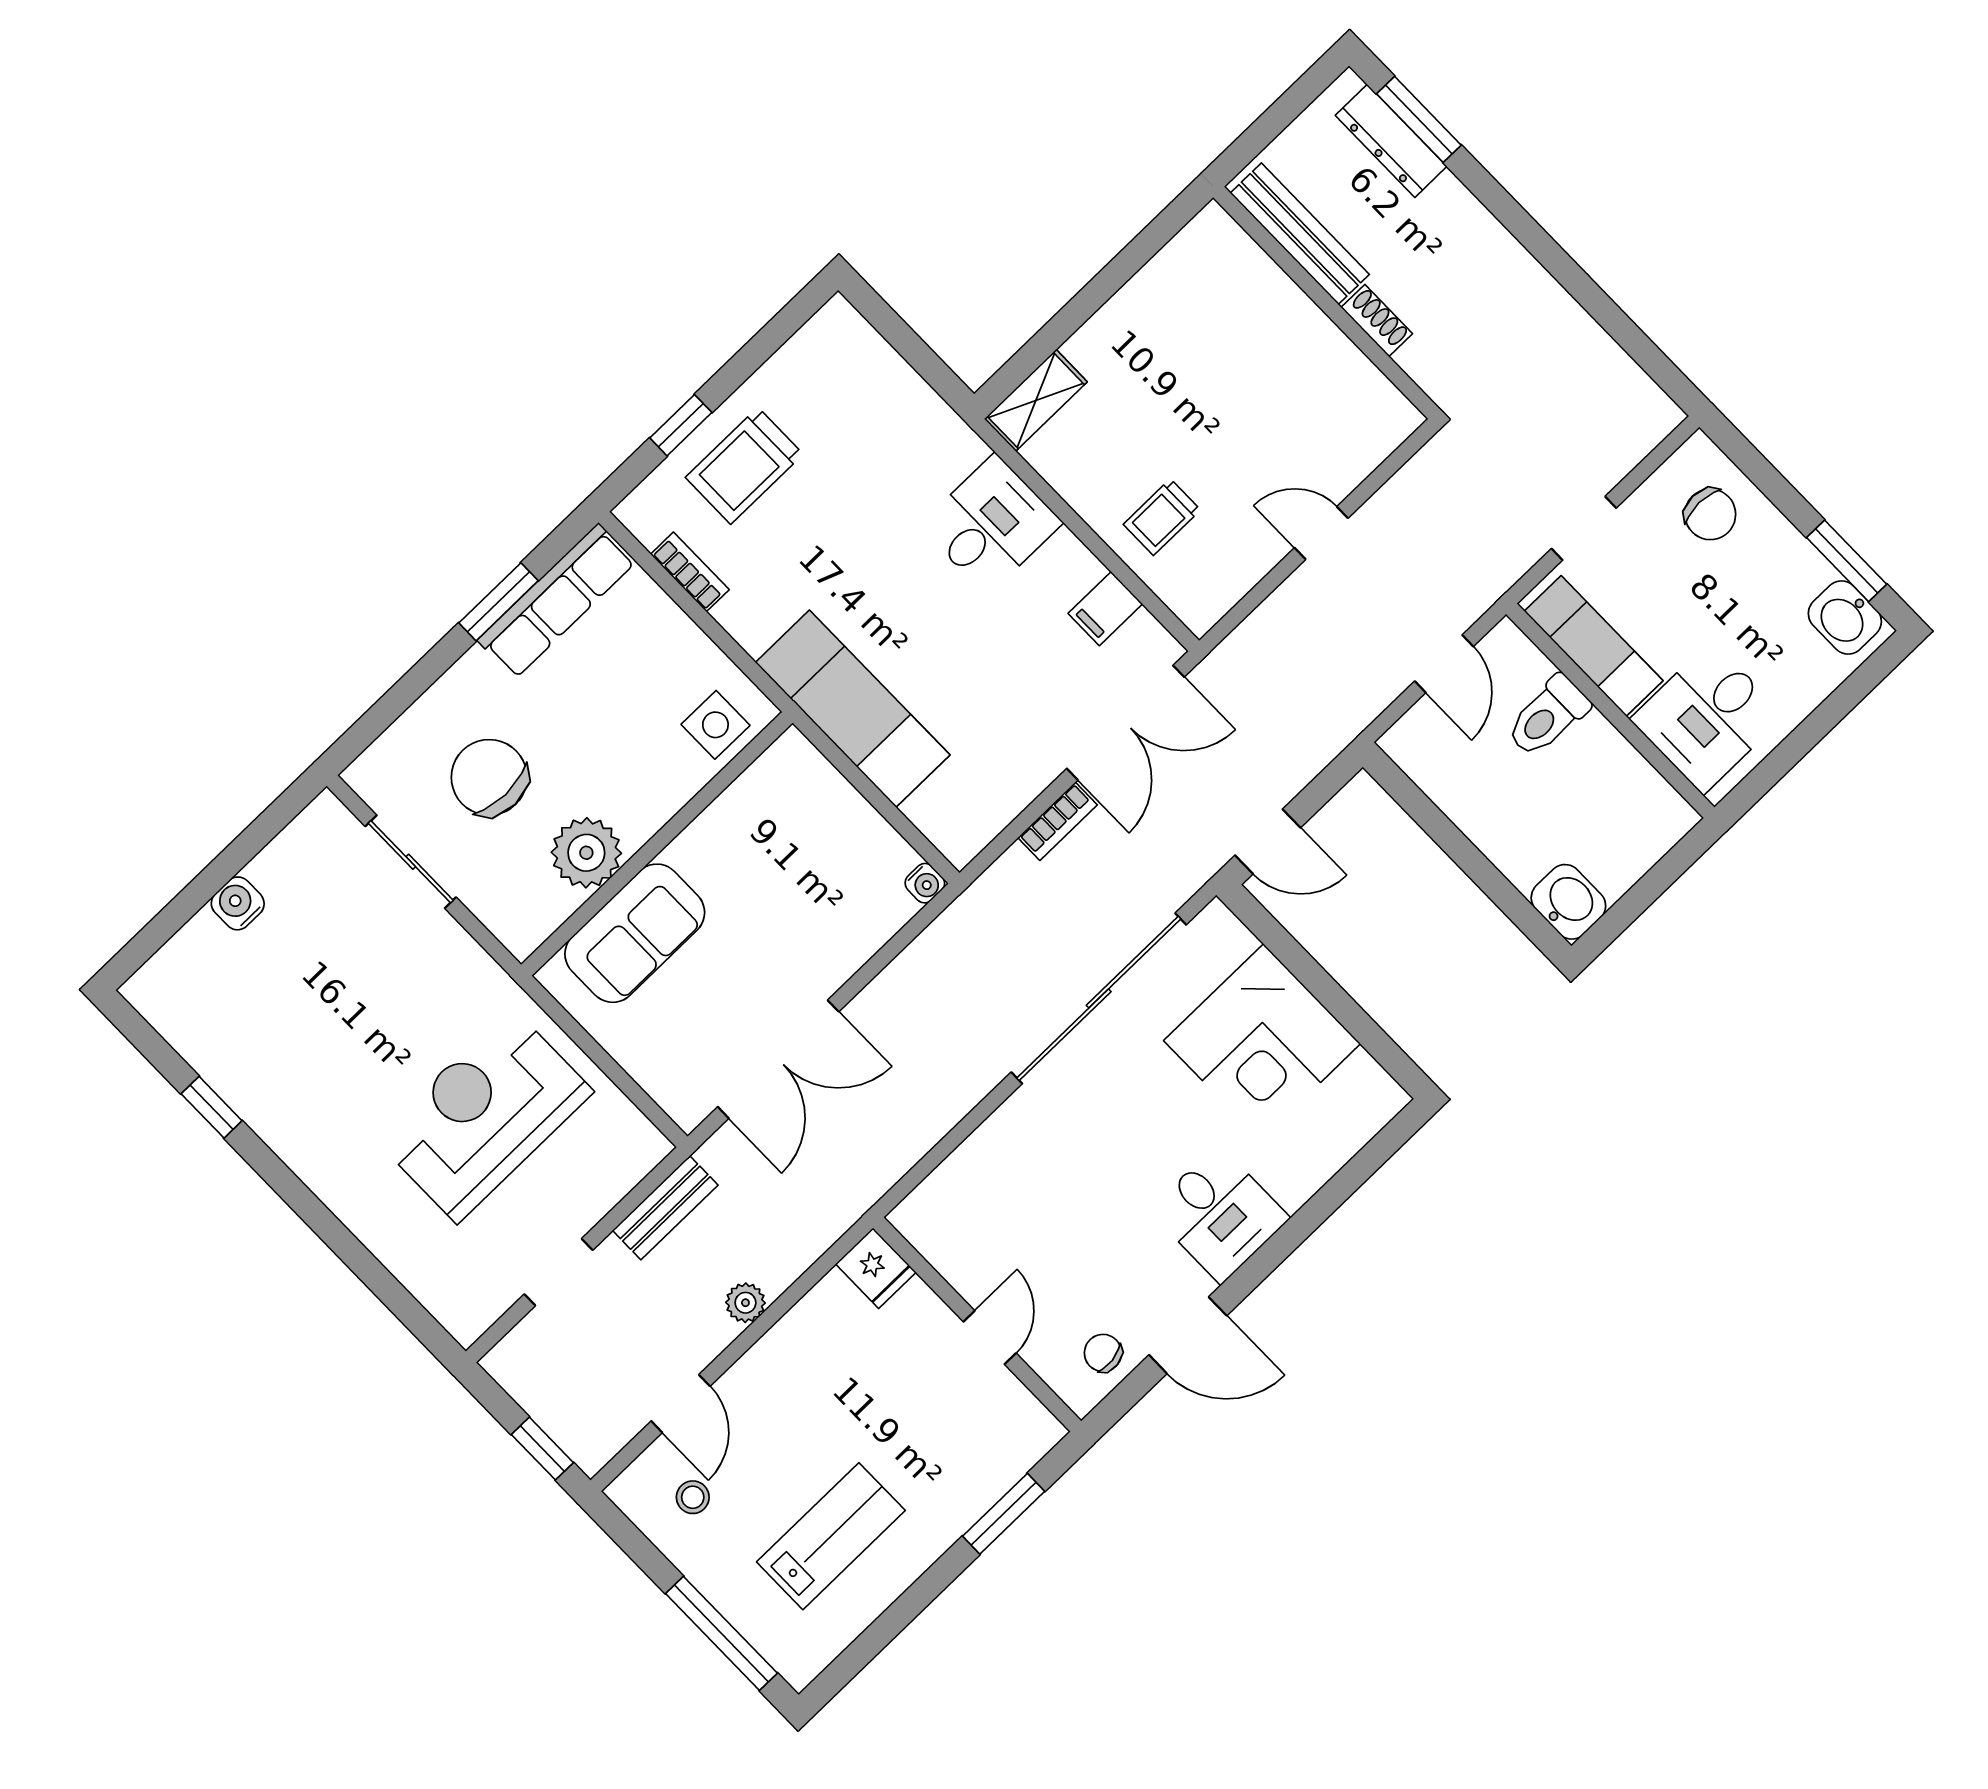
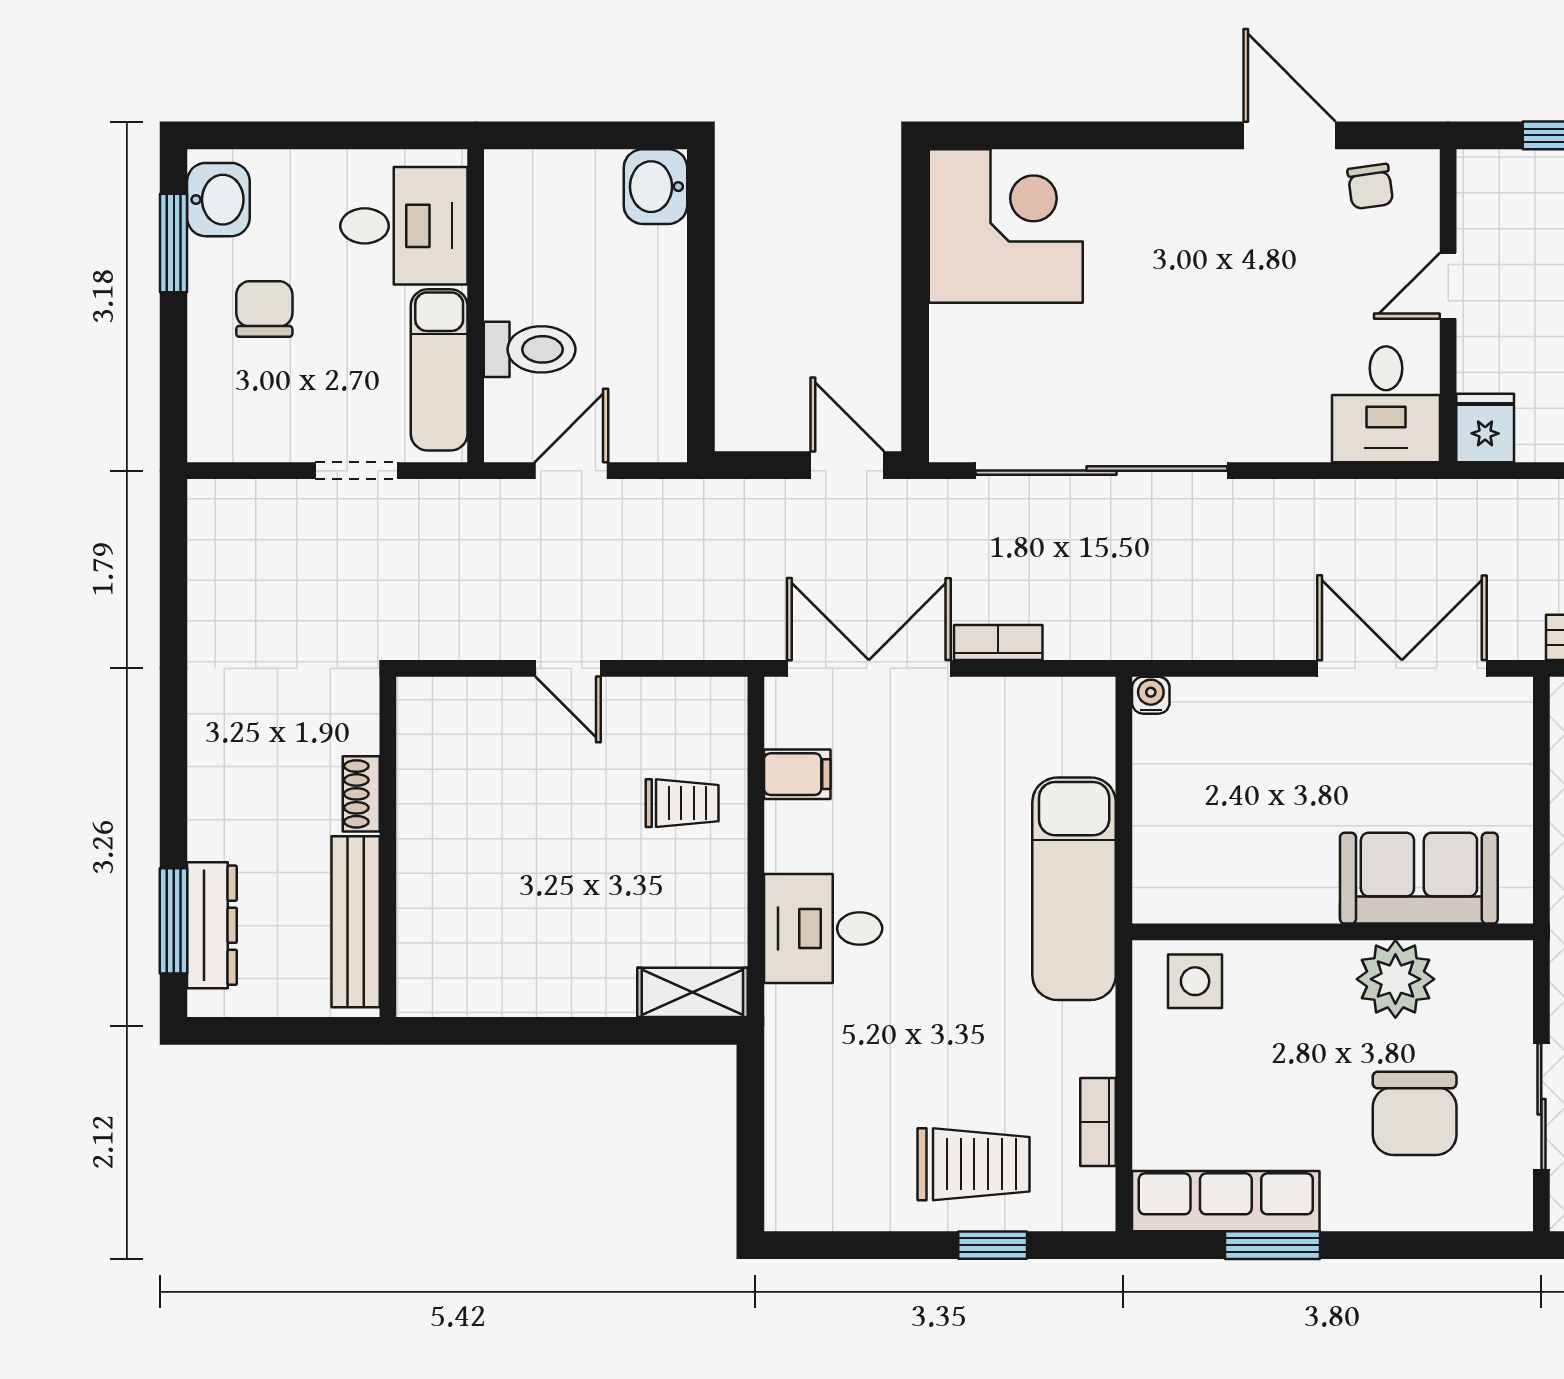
chair: (1710, 514) -> (264, 309), moved
corner desk: (1262, 1042) -> (1006, 226), moved
desk: (1219, 1214) -> (1386, 404), moved, turned 180

